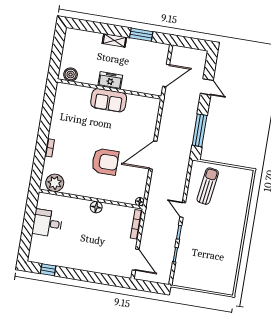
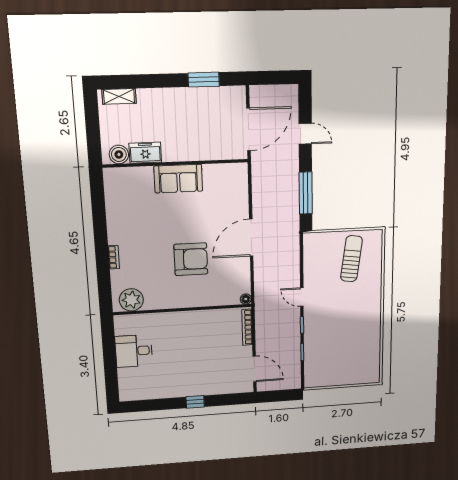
shelving: (114, 40) -> (119, 96), moved
door: (166, 75) -> (248, 129), width x1.36
freezer: (110, 81) -> (145, 153), moved
sun lounger: (208, 186) -> (351, 259), moved
floor lamp: (96, 207) -> (192, 318), removed
window: (48, 270) -> (195, 402), moved

